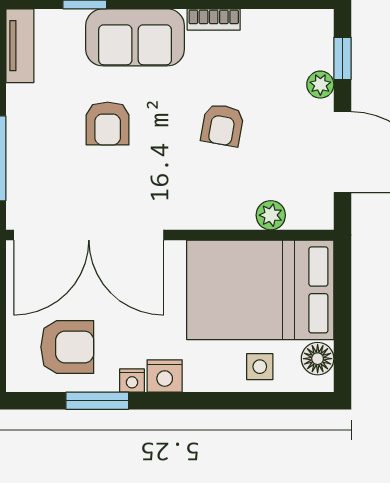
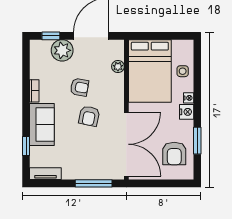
plant: (320, 85) -> (62, 50), width x1.87, depth x1.87
armchair: (108, 123) -> (89, 116), moved, turned 102
armchair: (67, 347) -> (174, 153), turned 180
floor lamp: (318, 359) -> (179, 46), removed
nightstand: (132, 380) -> (189, 98), moved

